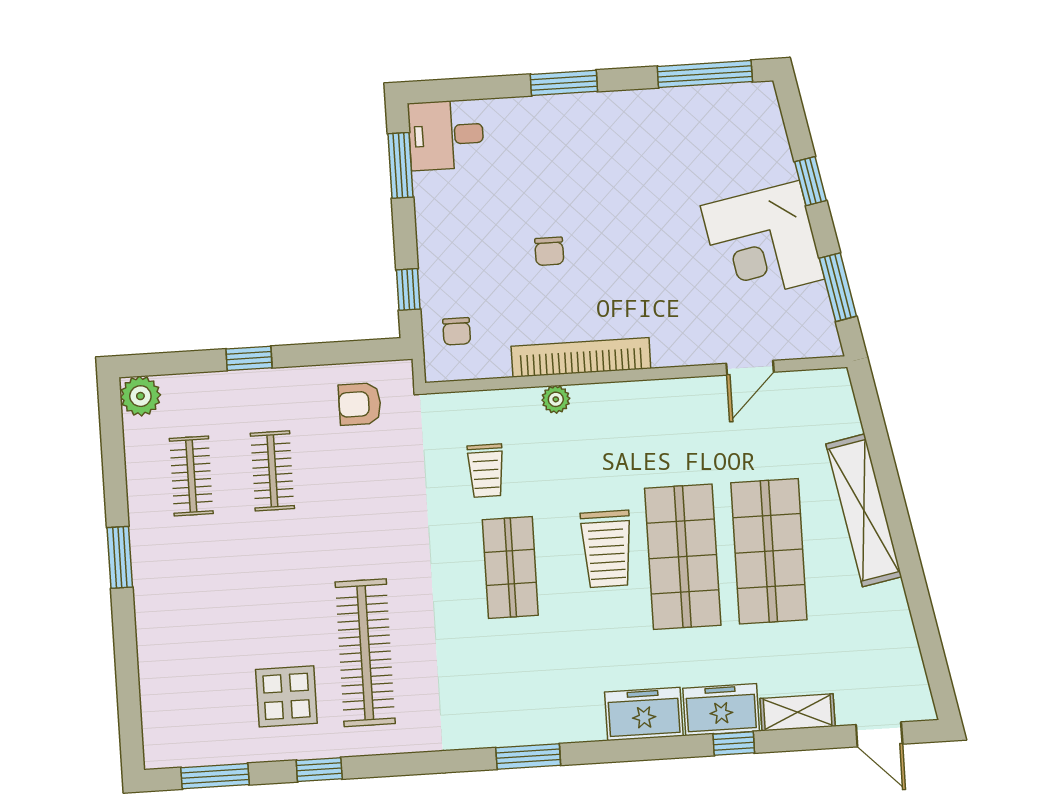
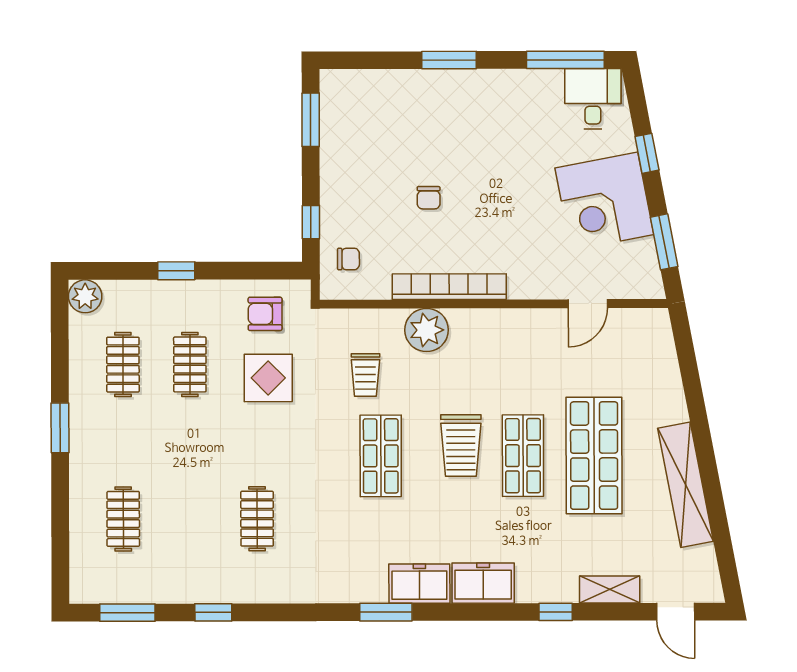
desk: (446, 135) -> (593, 99), moved, turned 90
chair: (457, 331) -> (348, 259), turned -90
plant: (556, 399) -> (427, 330), width x1.87, depth x1.87
shelving: (864, 510) -> (685, 485), moved
shop shelf: (683, 557) -> (523, 456), width x0.70, depth x0.74
clothes rail: (365, 653) -> (257, 519), width x0.54, depth x0.76
clothes rail: (203, 663) -> (123, 519), added
display table: (286, 696) -> (268, 378), moved
freezer: (721, 710) -> (419, 584), moved

